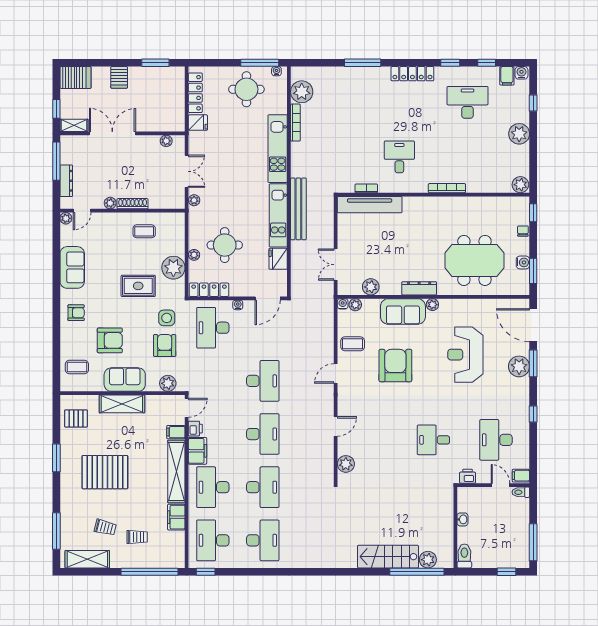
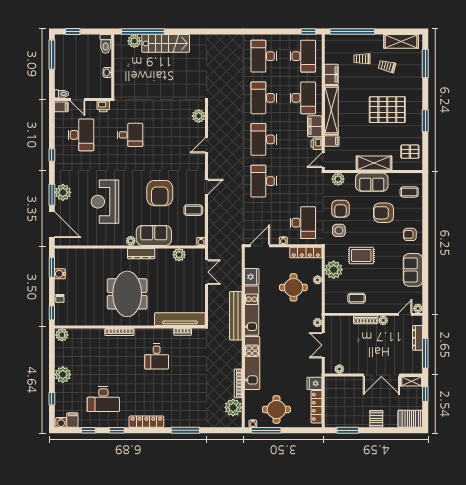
meeting table: (474, 260) -> (127, 294), moved, turned 90
plant: (355, 305) -> (191, 241), removed
reception desk: (465, 355) -> (105, 202), turned 180

